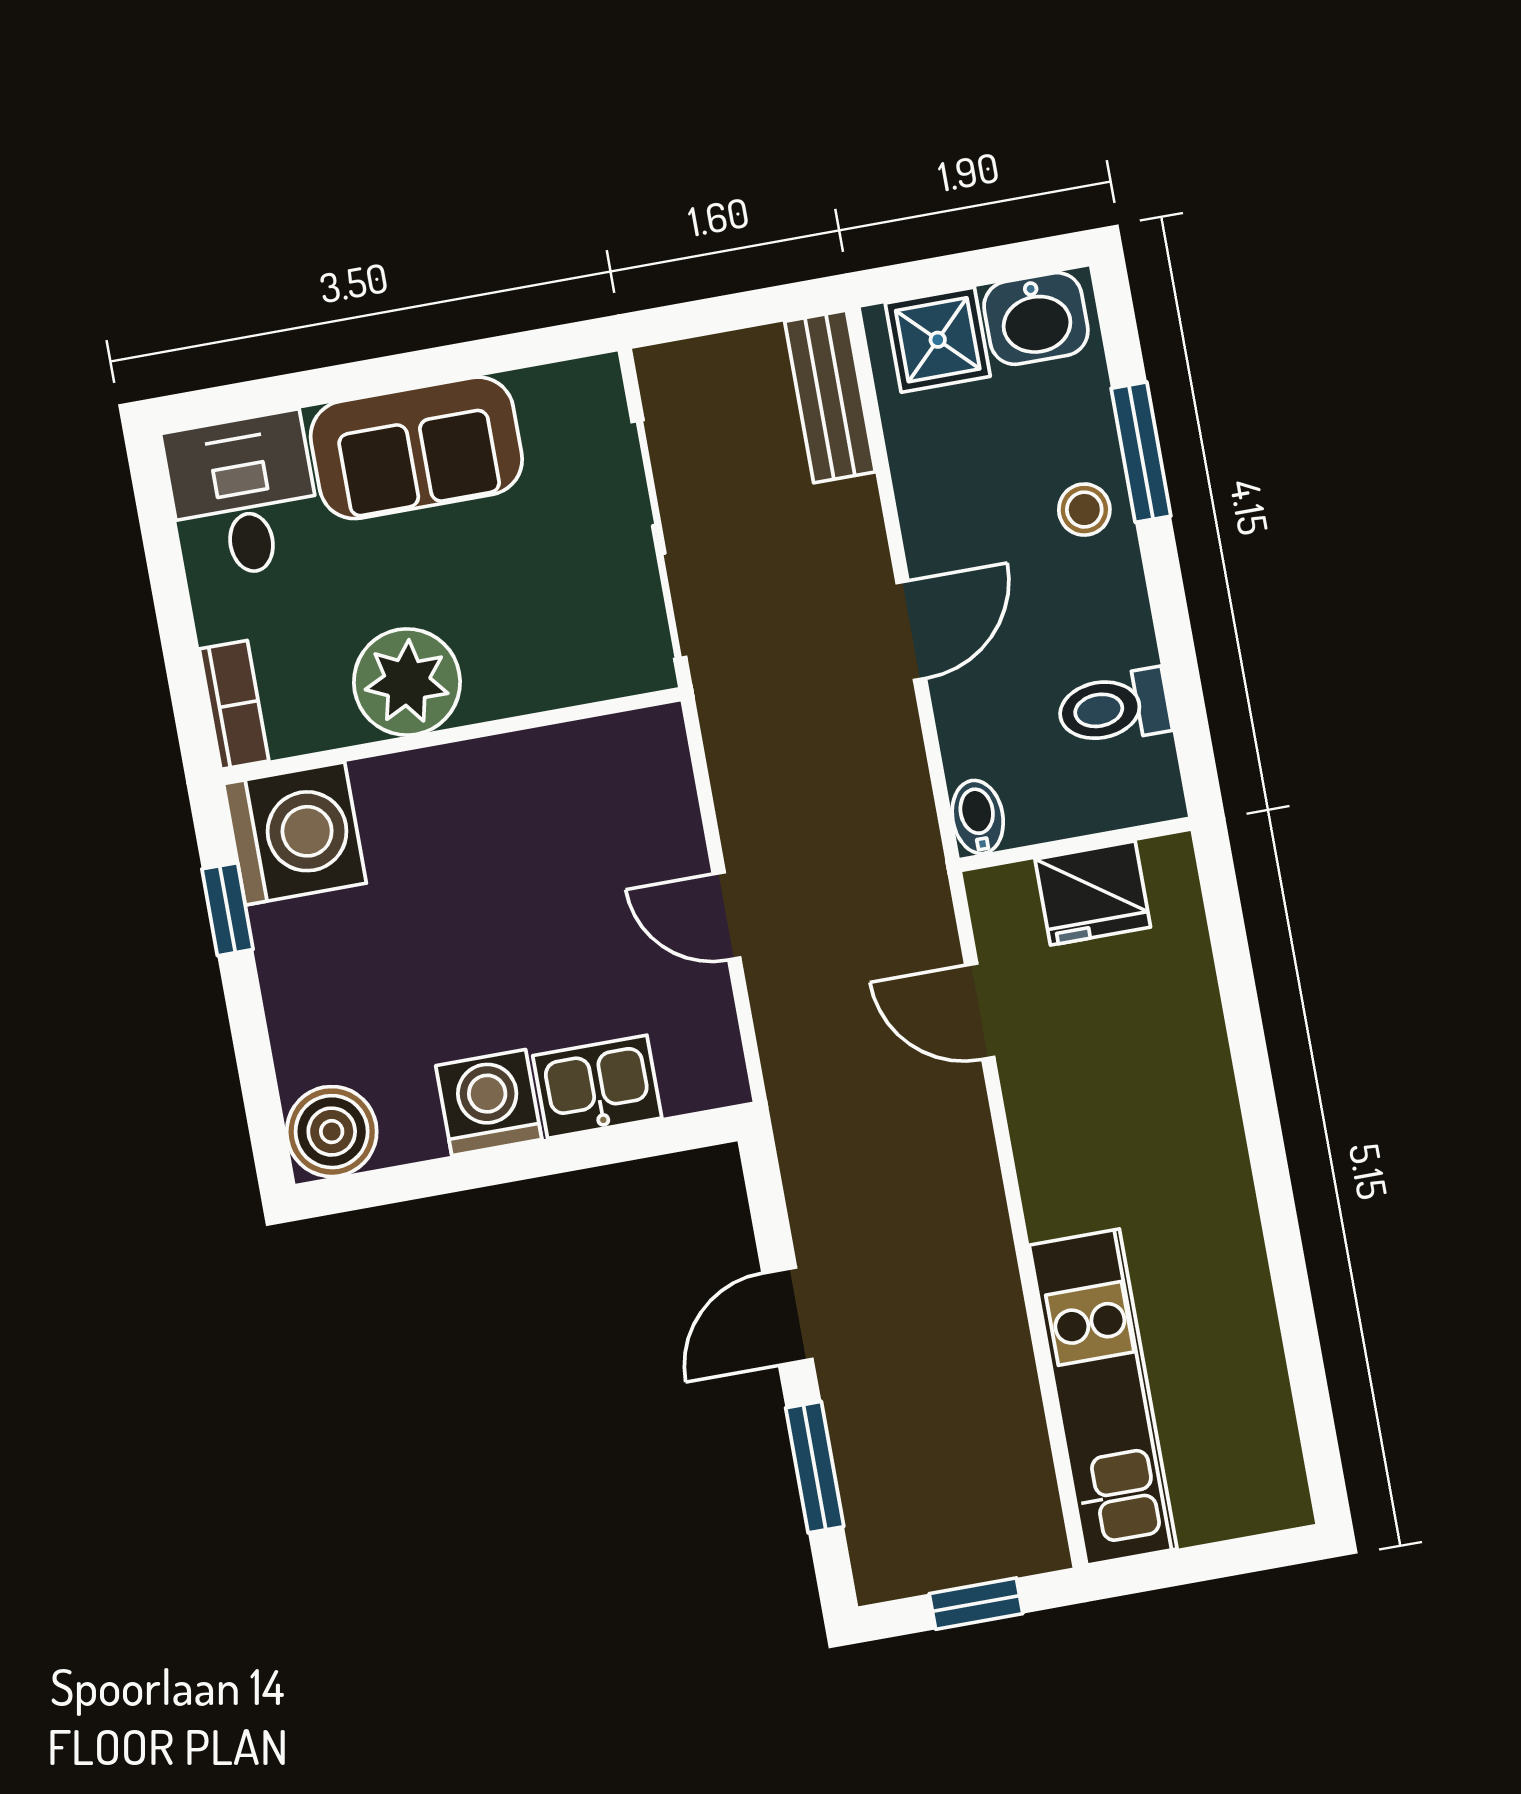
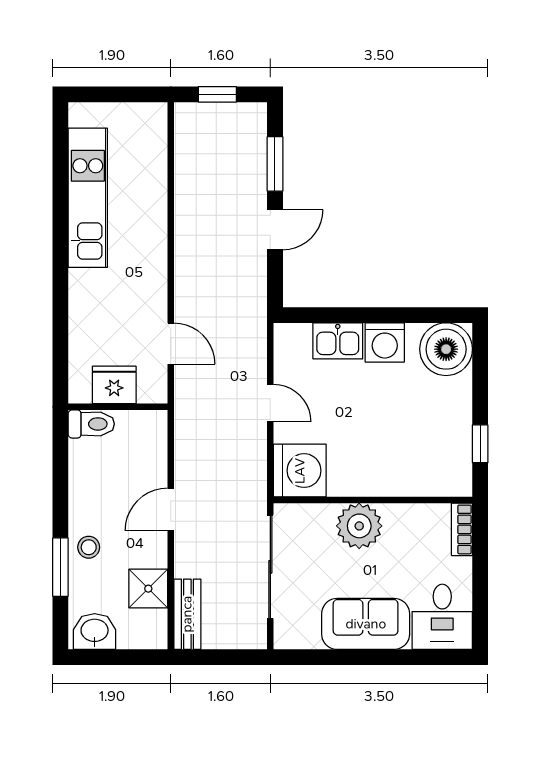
shower: (938, 340) -> (148, 589), moved
plant: (407, 682) -> (359, 526), moved
toilet: (1114, 708) -> (91, 424), moved
bidet: (978, 817) -> (157, 426), removed
washing machine: (295, 833) -> (300, 471), moved, turned 180
boiler: (332, 1132) -> (446, 349), width x1.37, depth x1.37
kitchen unit: (1103, 1397) -> (88, 198), moved, turned 180

